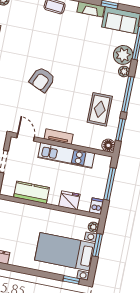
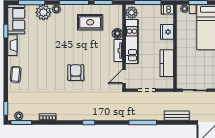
armchair: (42, 80) -> (76, 73), turned -114
floor lamp: (108, 145) -> (117, 33), moved
plant: (101, 162) -> (132, 13), added

